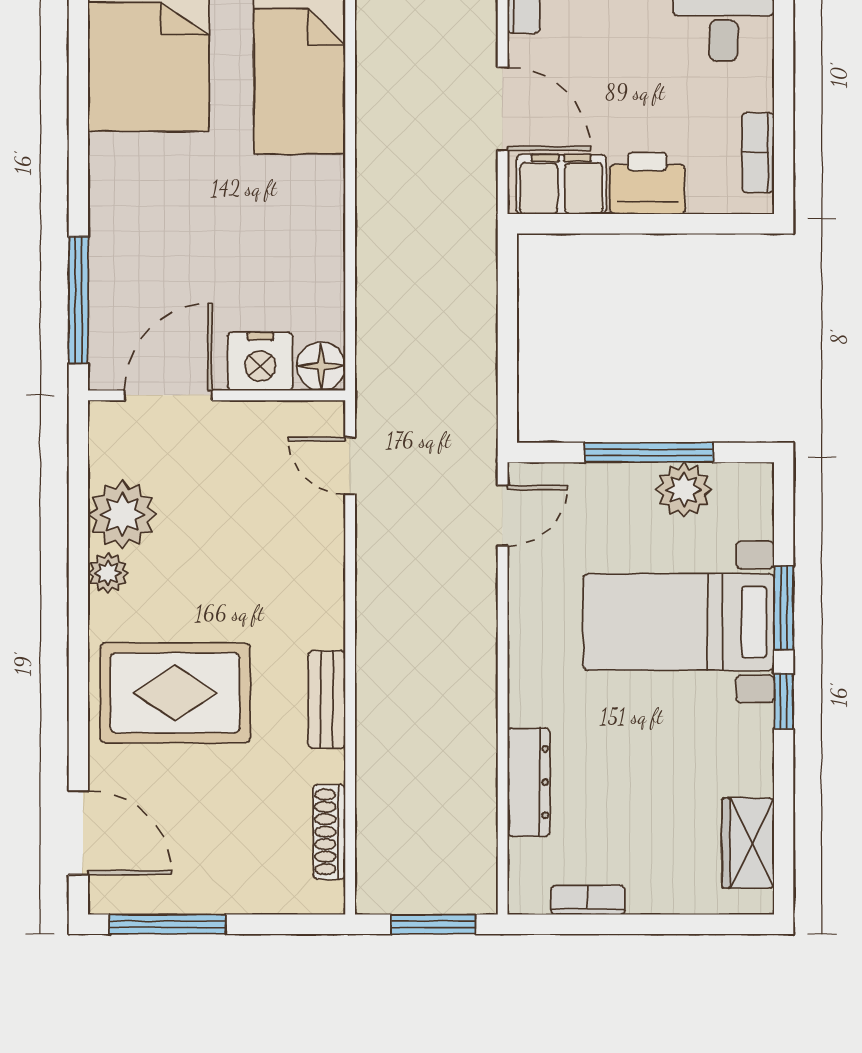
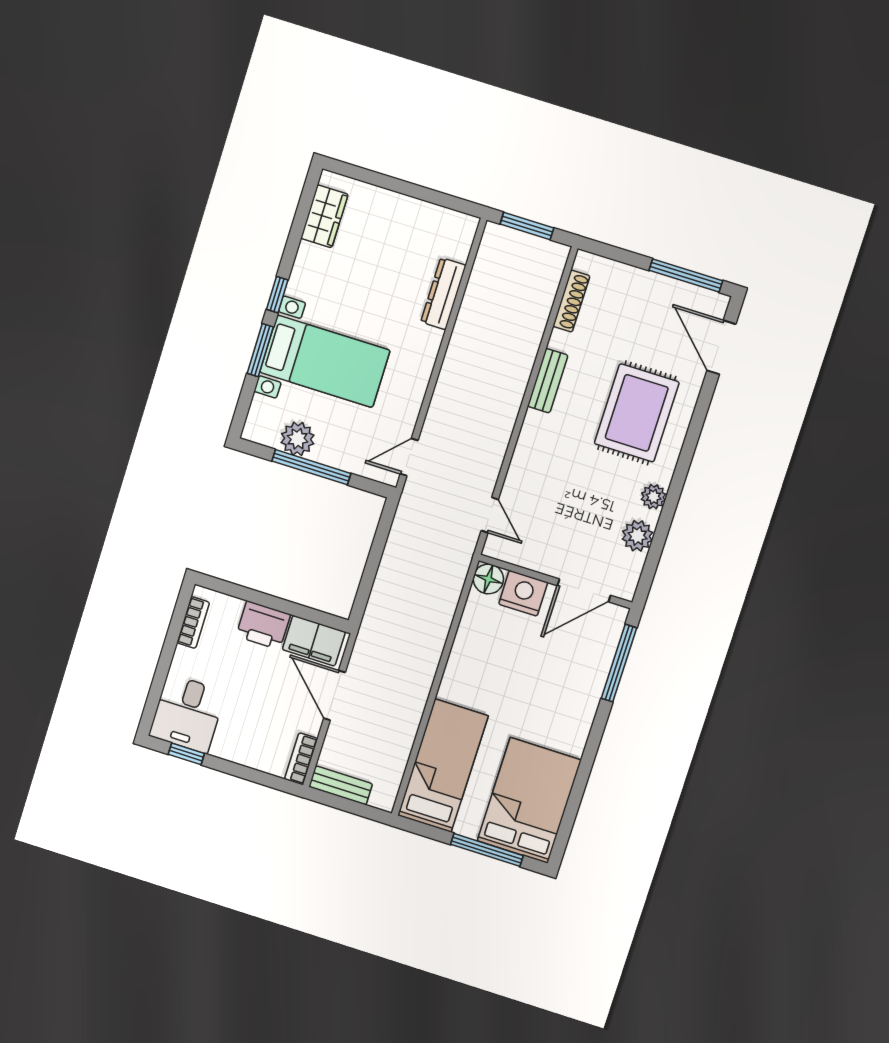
plant: (122, 514) -> (637, 536), width x0.73, depth x0.73
rug: (175, 693) -> (637, 413), turned 90
bookcase: (588, 900) -> (430, 212), removed

